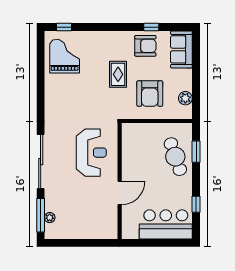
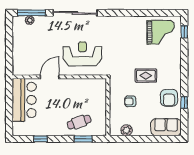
armchair: (150, 94) -> (130, 101), width x0.53, depth x0.53
reception desk: (91, 153) -> (82, 54), turned 180
cafe table: (175, 157) -> (79, 122), width x0.73, depth x0.74
door: (120, 193) -> (50, 77), swing flipped
bar counter: (166, 224) -> (24, 100), moved

